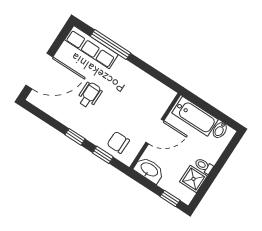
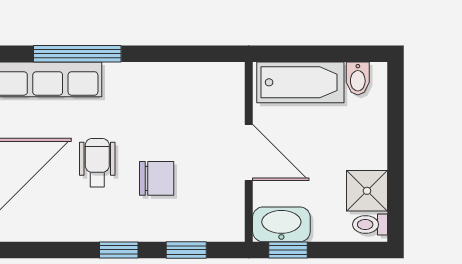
door: (155, 131) -> (249, 153), hinge flipped
chair: (118, 142) -> (157, 178), moved, turned 180
toilet: (204, 166) -> (370, 224), moved
window: (170, 198) -> (288, 250), moved

